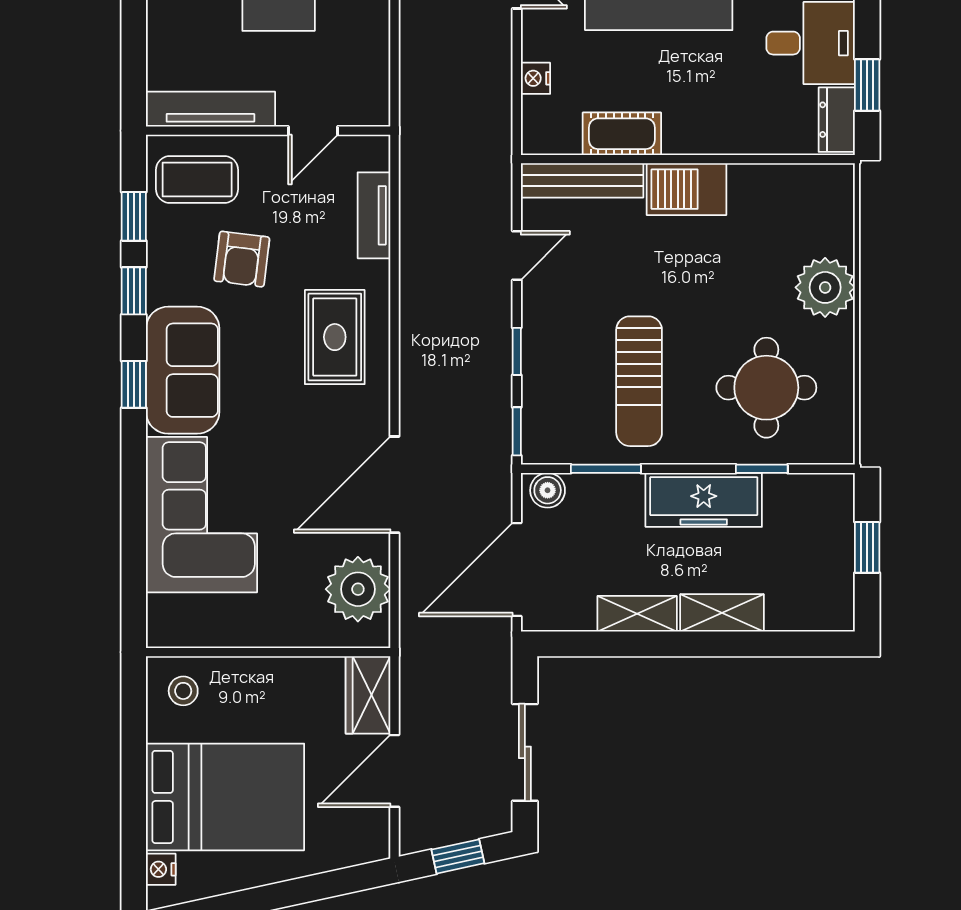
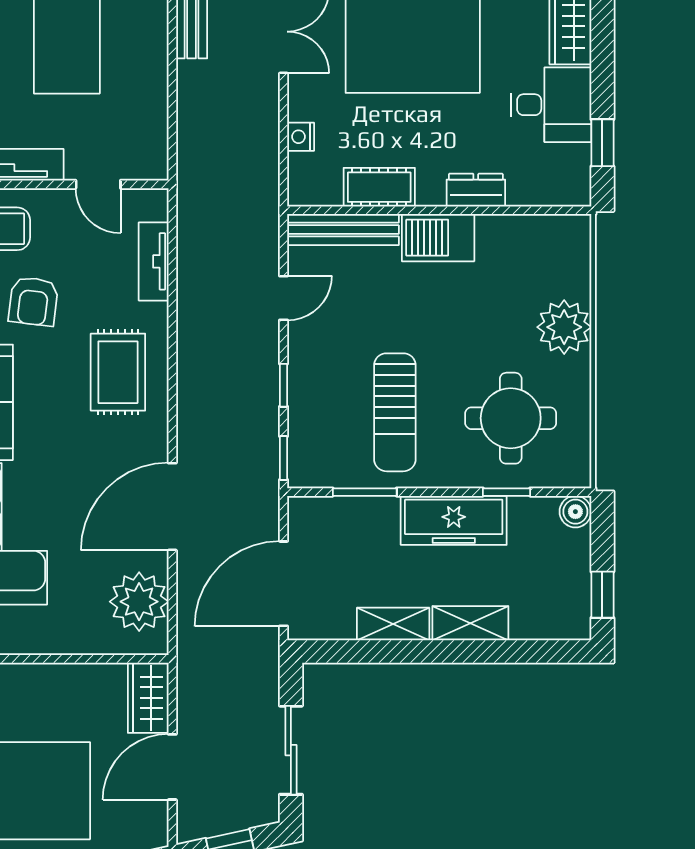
dresser: (837, 120) -> (476, 190), moved, turned 90
door: (313, 131) -> (98, 184), hinge flipped
boiler: (548, 490) -> (575, 512), moved
window: (867, 547) -> (602, 595), moved

